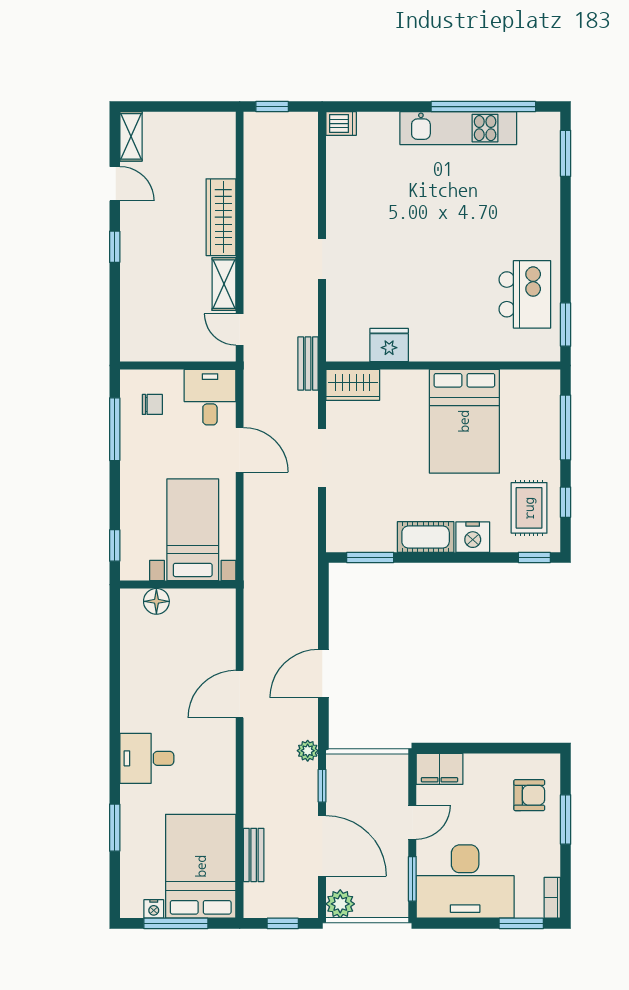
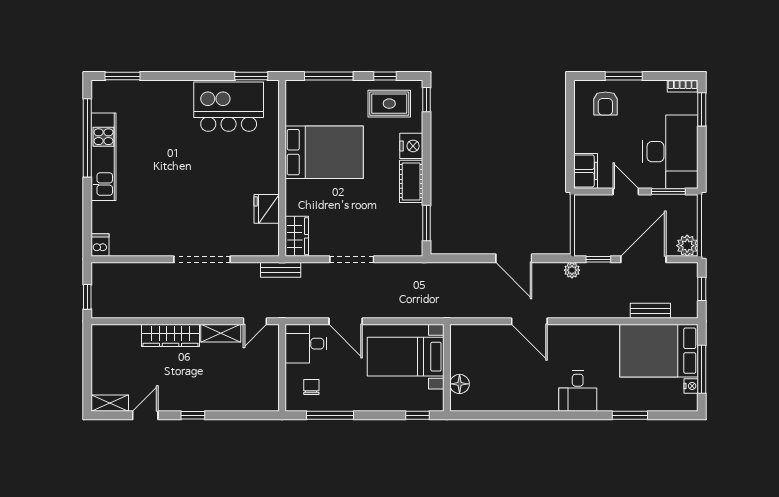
doorway: (322, 259) -> (202, 259), width x1.87
kitchen island: (525, 294) -> (229, 107), width x1.37, depth x1.28
door: (240, 450) -> (346, 321), swing flipped
armchair: (529, 795) -> (605, 103), turned 180

